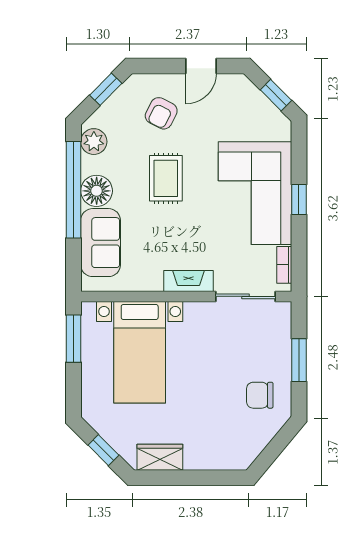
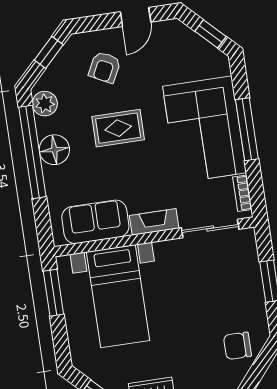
rug: (166, 178) -> (118, 128), turned 90
window: (299, 199) -> (247, 129), width x2.17
sofa: (101, 243) -> (95, 222), moved, turned -90
chair: (260, 395) -> (237, 346), moved

